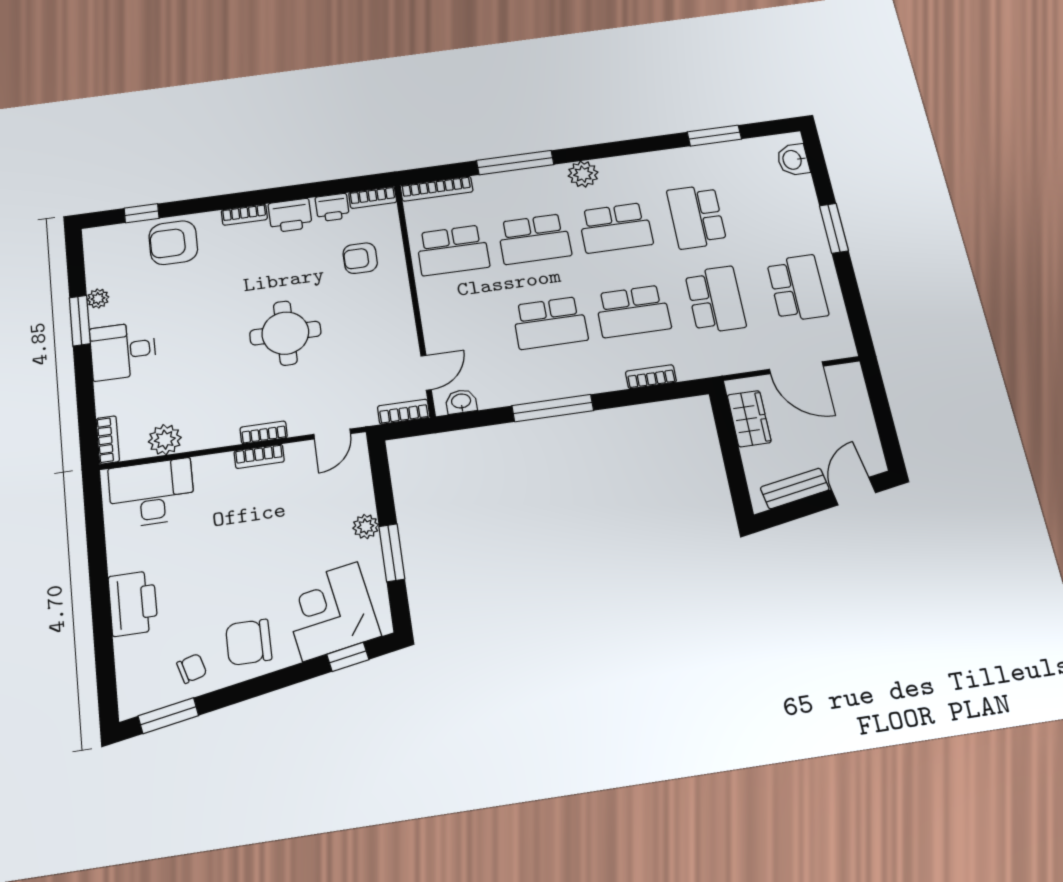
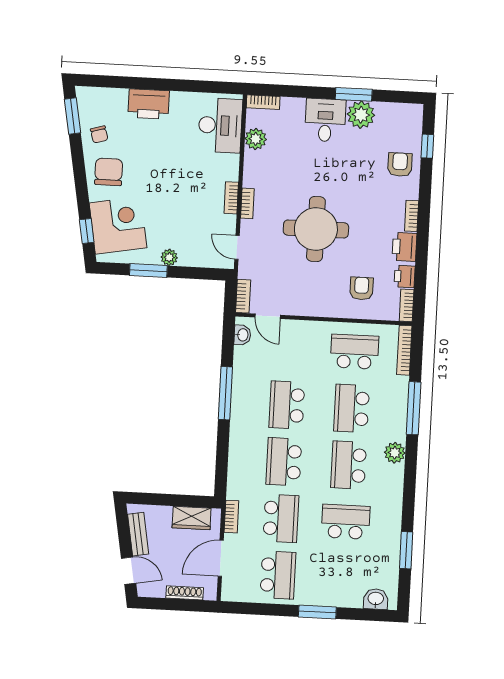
armchair: (173, 243) -> (400, 165), width x0.72, depth x0.72
school desk: (453, 250) -> (355, 352), turned 90
school desk: (798, 288) -> (278, 575), turned -90
plant: (98, 298) -> (361, 115), width x1.88, depth x1.88
school desk: (715, 300) -> (281, 518), turned -90
round table: (285, 333) -> (316, 229), width x1.36, depth x1.36
bookcase: (651, 377) -> (231, 517), moved
shoe rack: (862, 407) -> (185, 593), added

